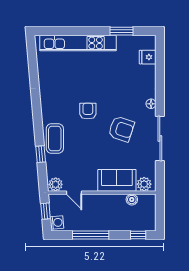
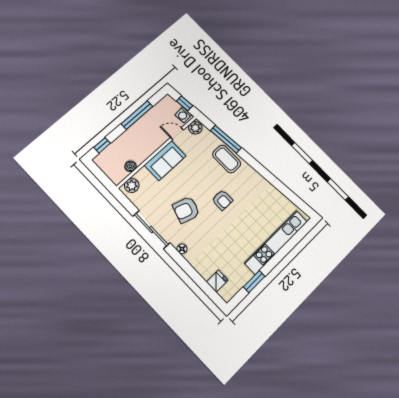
window: (41, 154) -> (226, 139), width x2.17
sofa: (117, 180) -> (165, 160), moved
washing machine: (57, 222) -> (183, 115), moved

